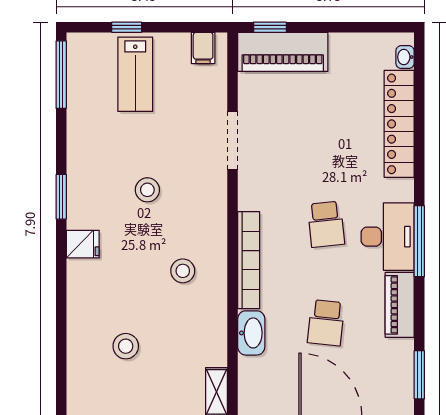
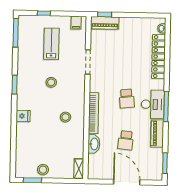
piano: (283, 52) -> (105, 23), width x0.73, depth x0.75
lab bench: (135, 74) -> (51, 44), moved, turned 180
fridge: (83, 244) -> (23, 116), moved
stool: (126, 346) -> (43, 170), moved

